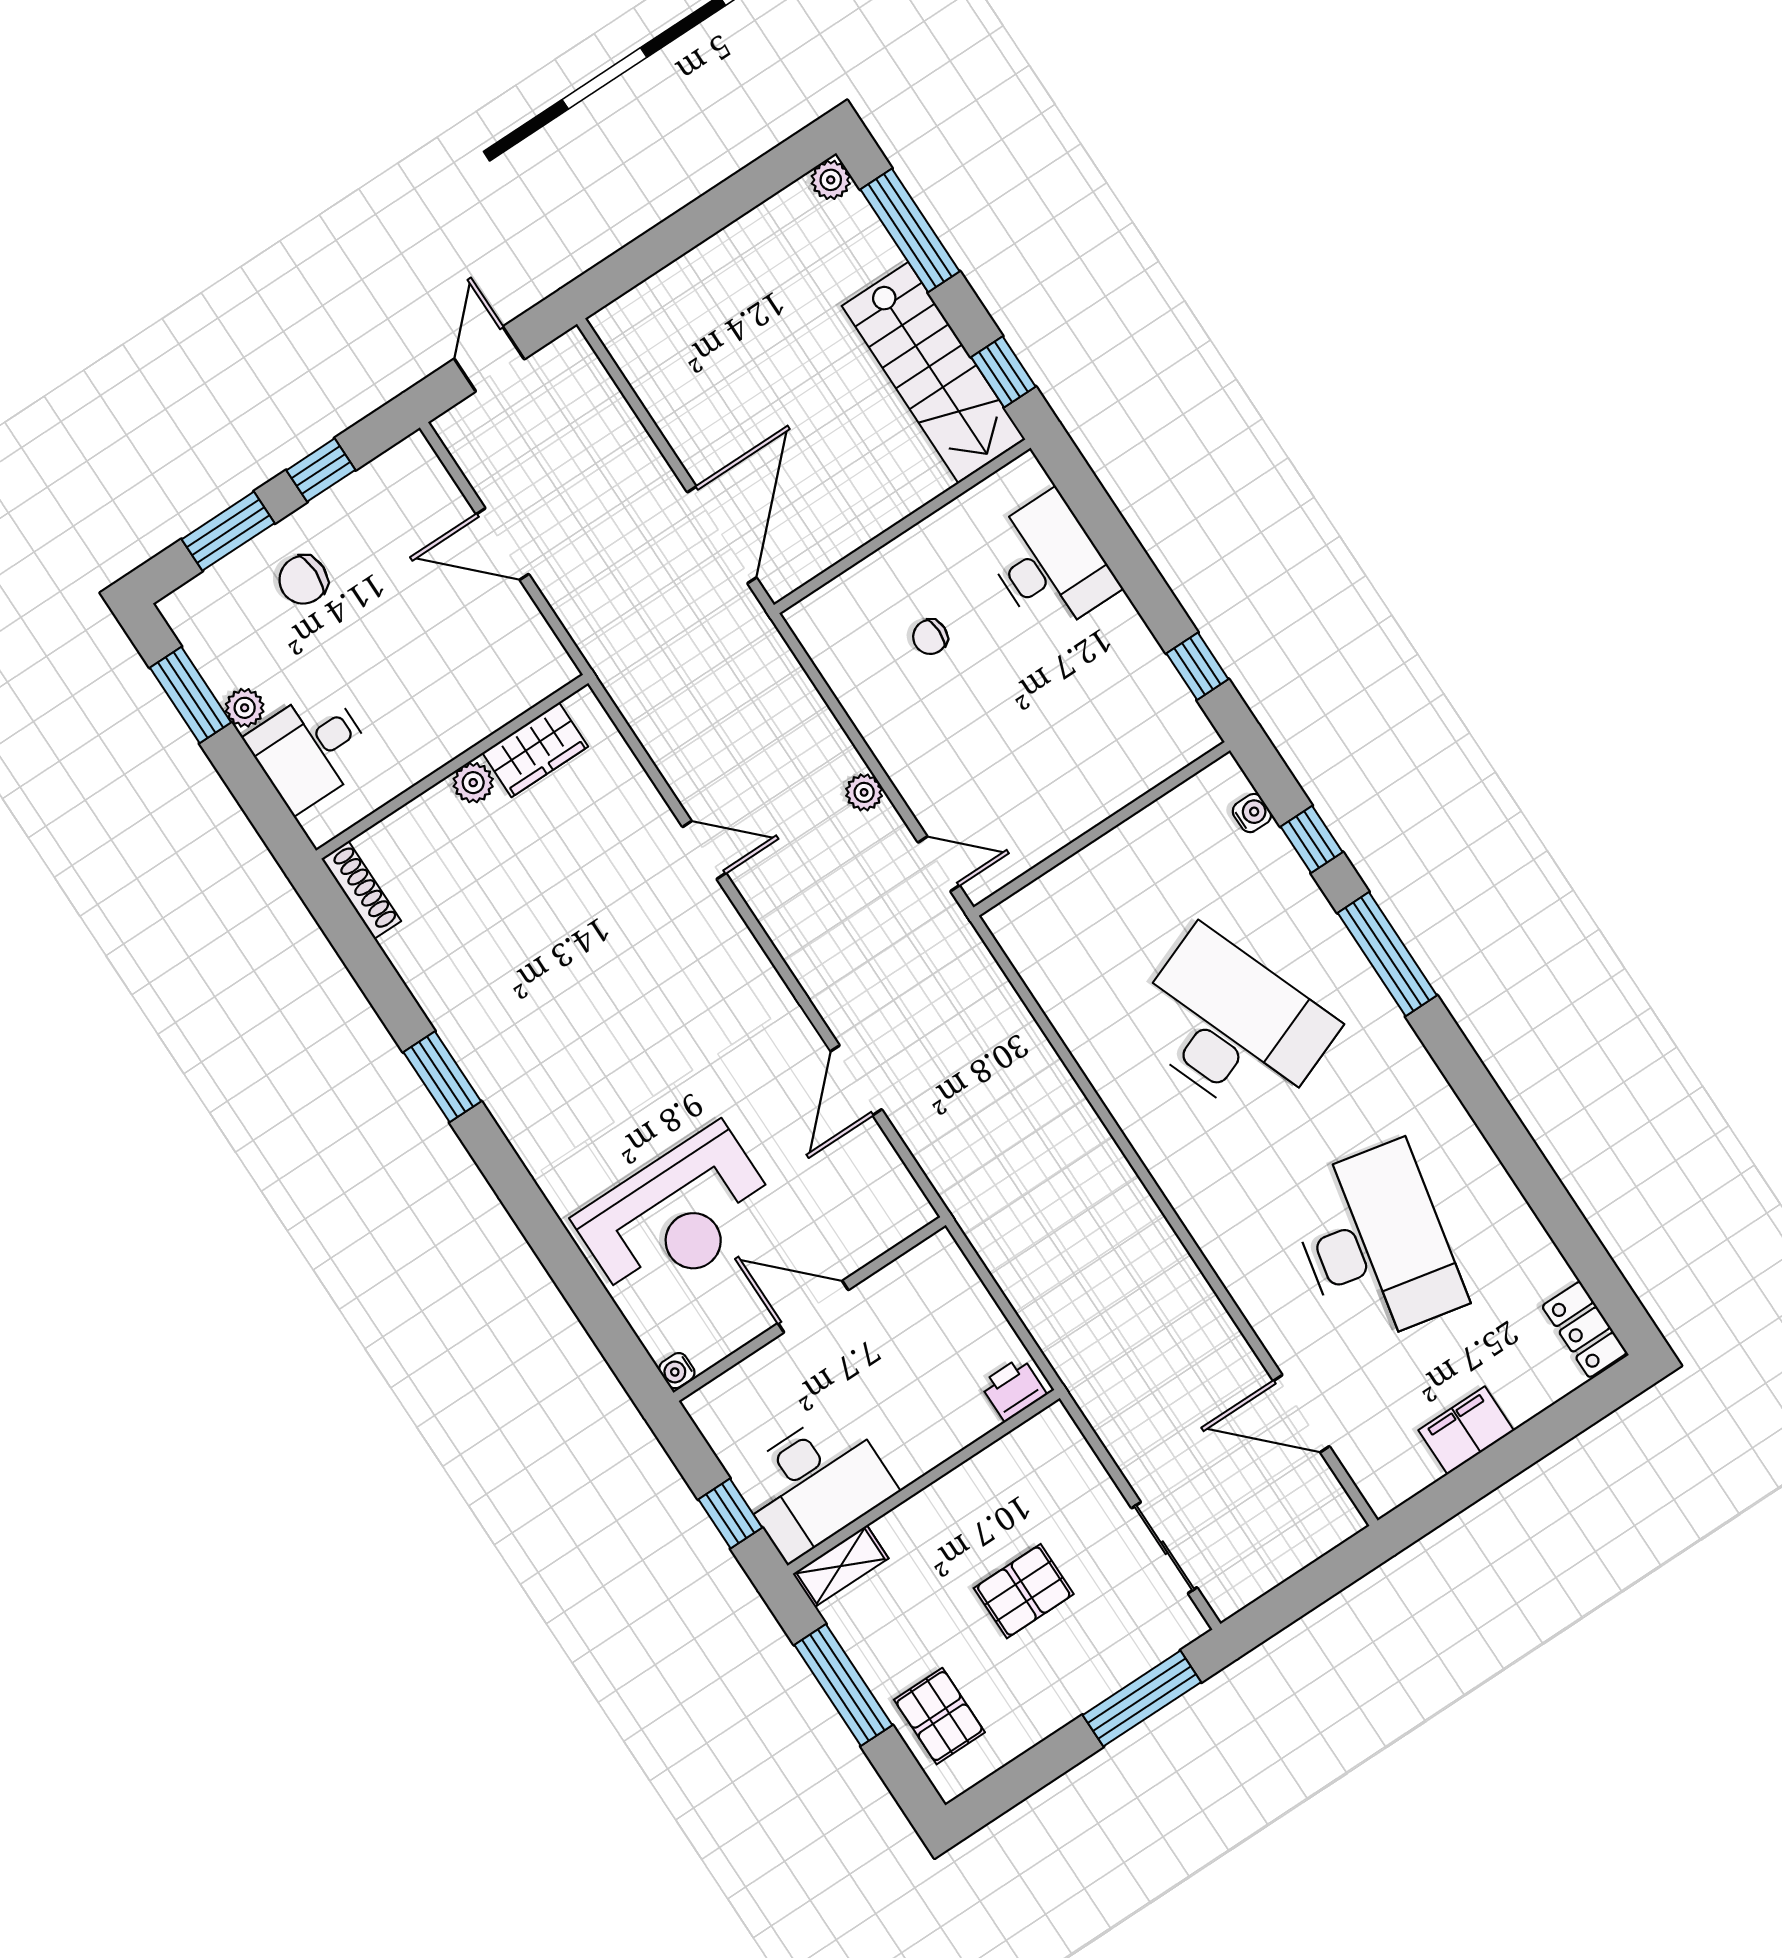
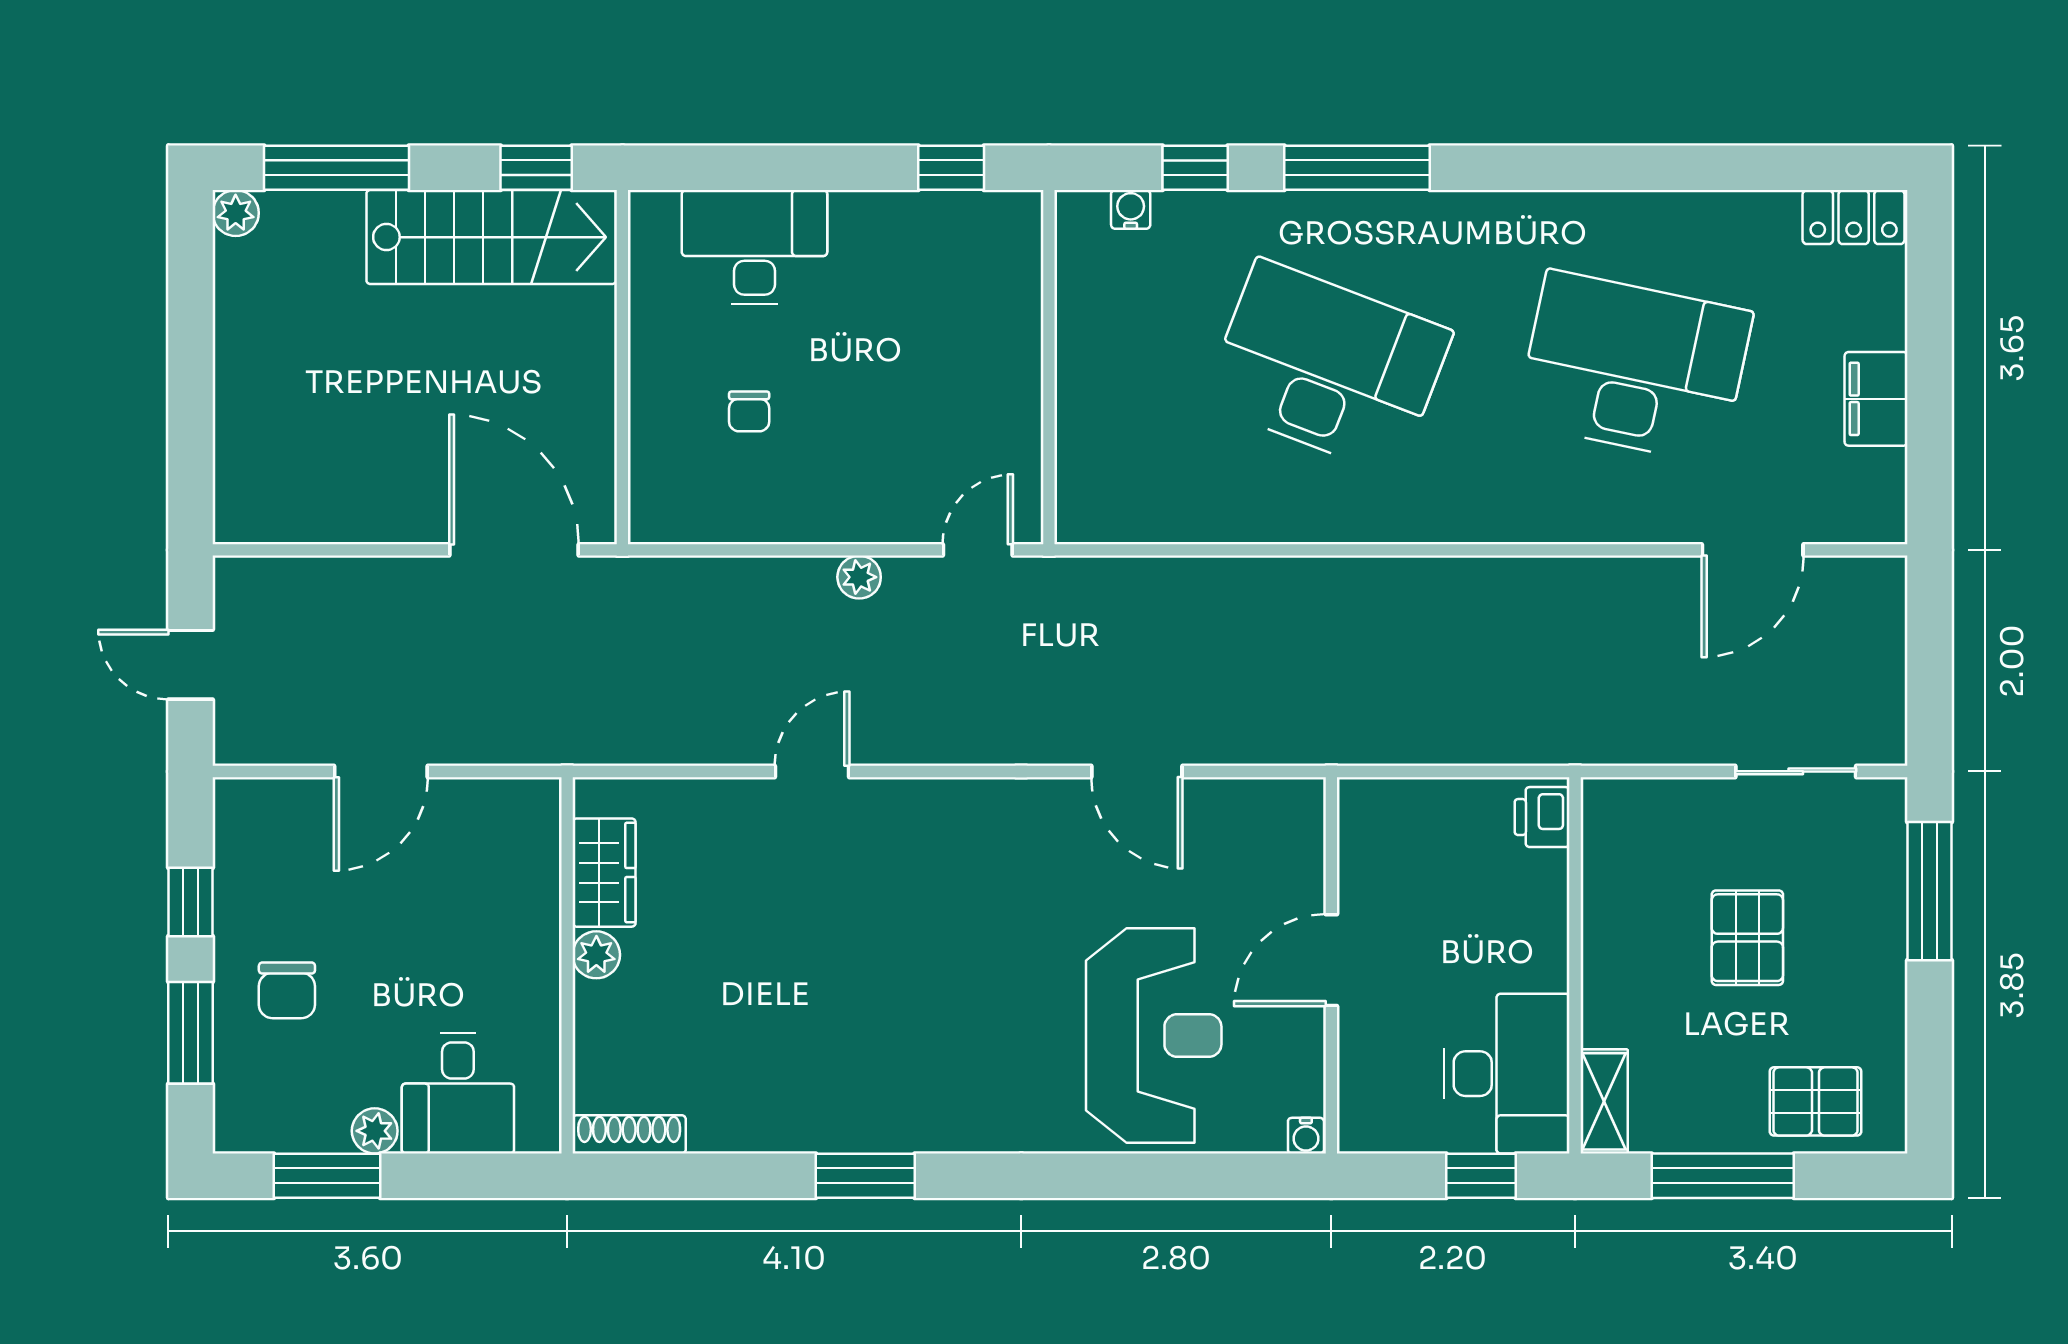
desk: (1232, 1027) -> (1328, 367), turned 42

